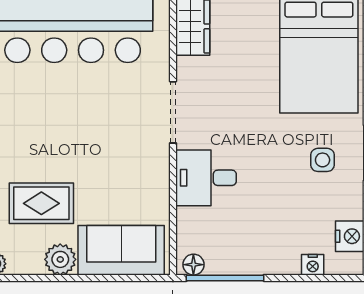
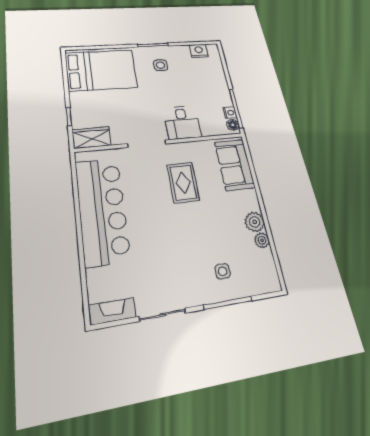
rug: (41, 203) -> (183, 183), moved
plant: (60, 259) -> (255, 222), moved
nightstand: (313, 265) -> (230, 113), moved

